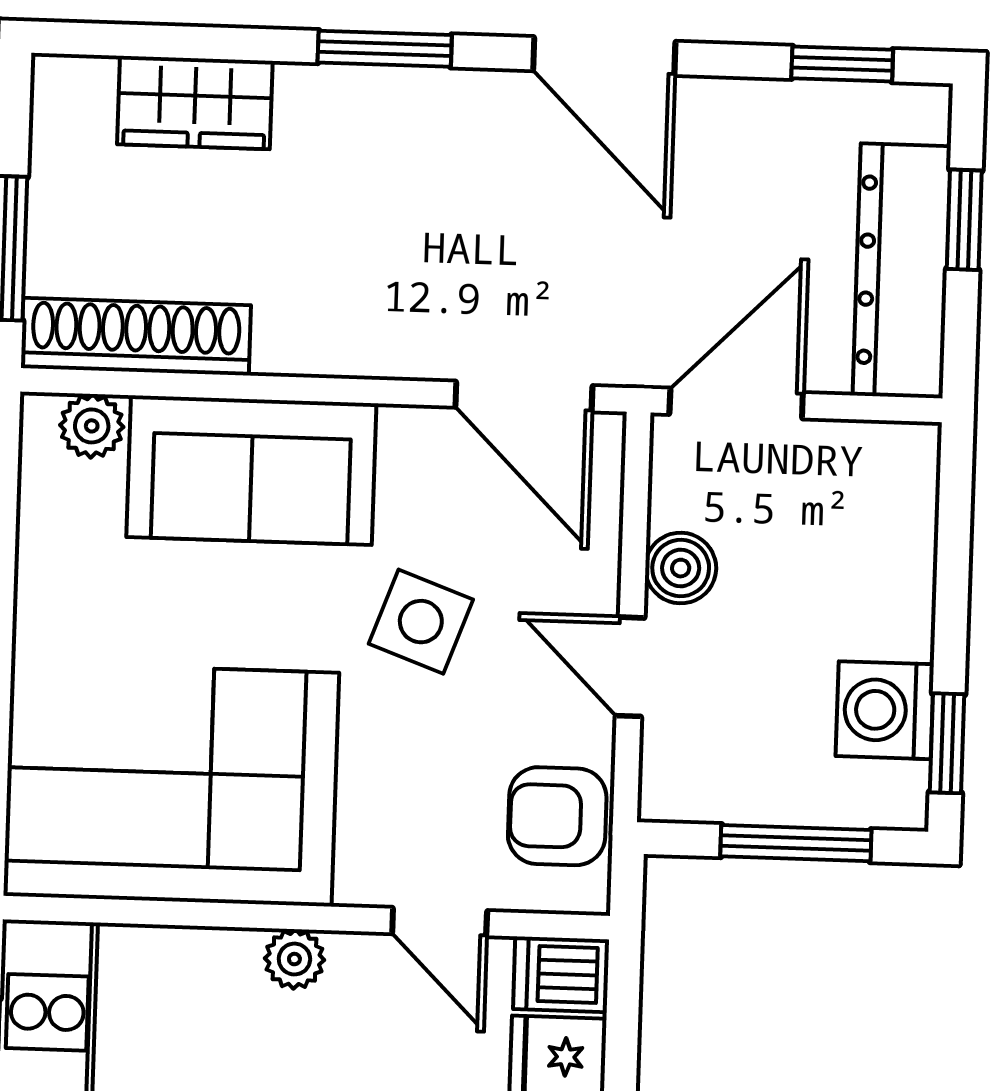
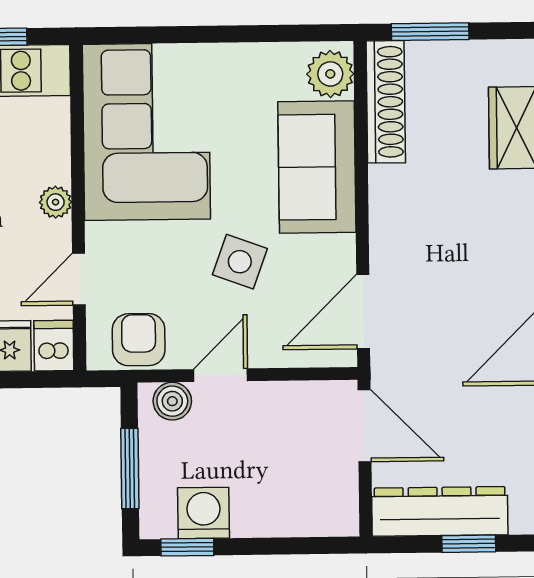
plant: (92, 426) -> (330, 74), width x1.38, depth x1.38
boiler: (681, 568) -> (172, 401), moved

